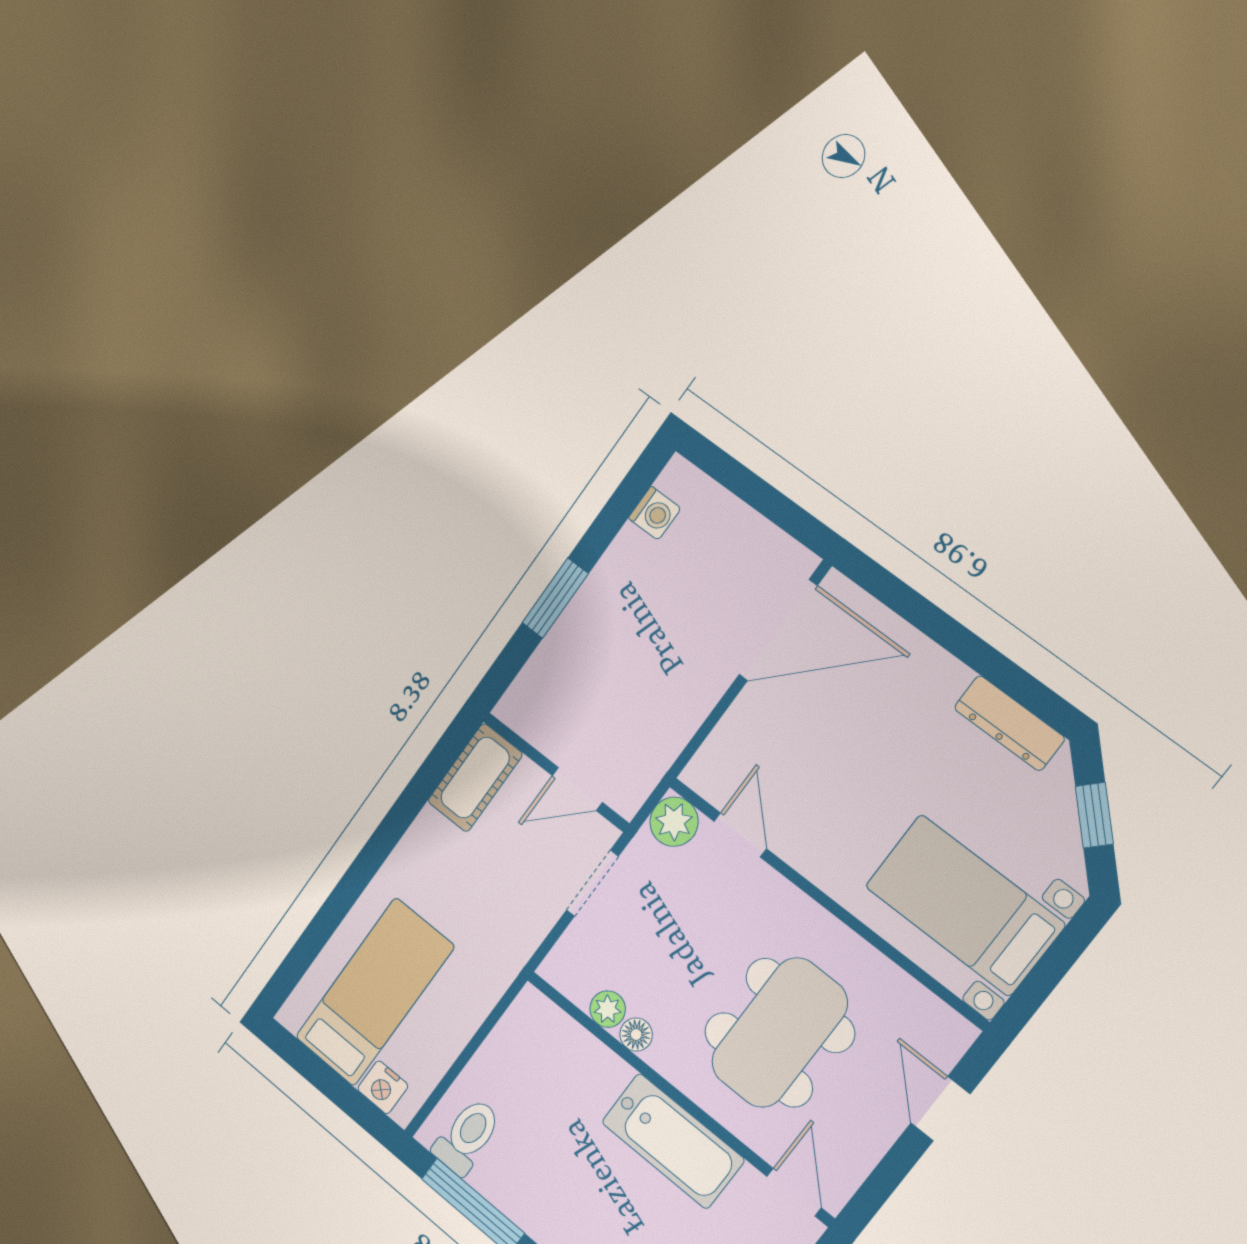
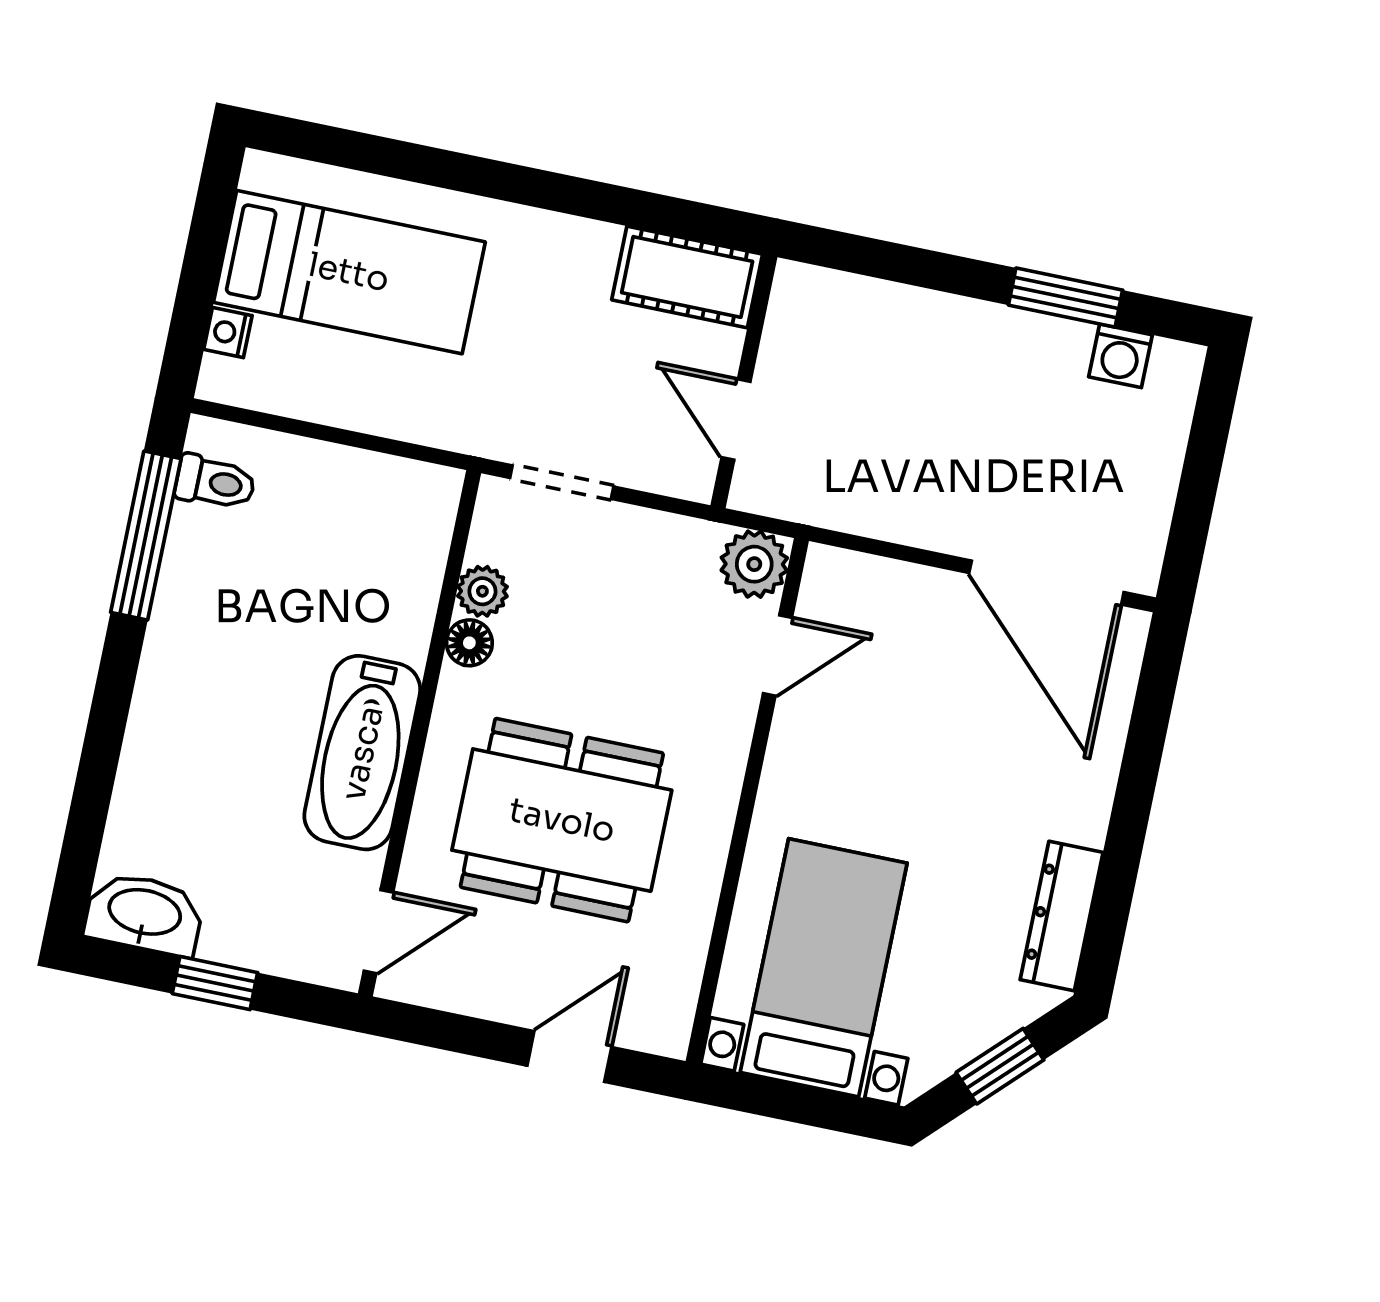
window: (555, 598) -> (1066, 298), moved
doorway: (592, 883) -> (562, 482), moved
nightstand: (383, 1087) -> (228, 332), width x0.72, depth x0.74
toilet: (467, 1136) -> (215, 482), width x0.73, depth x0.72

